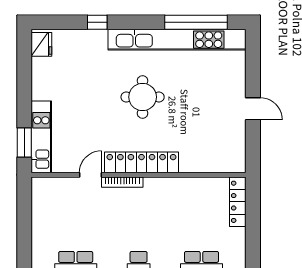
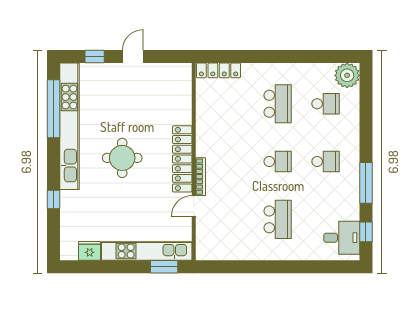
fridge: (41, 44) -> (90, 251), moved
window: (253, 67) -> (95, 56), added
kitchen unit: (41, 137) -> (147, 251), width x1.36
door: (90, 175) -> (194, 206), hinge flipped

